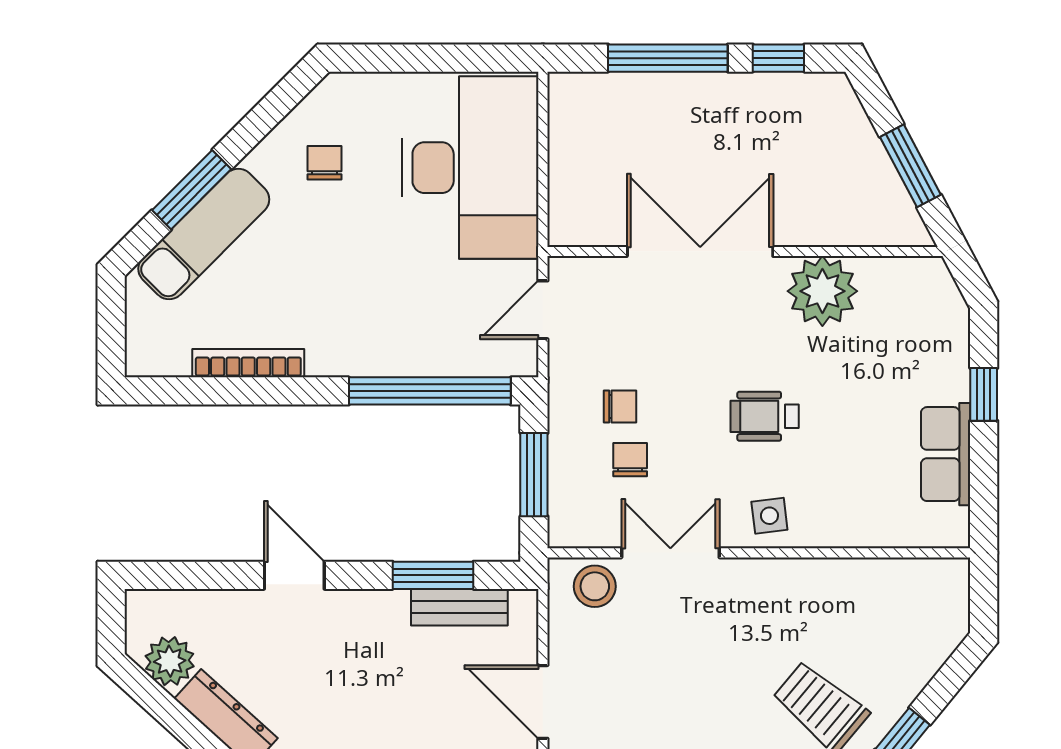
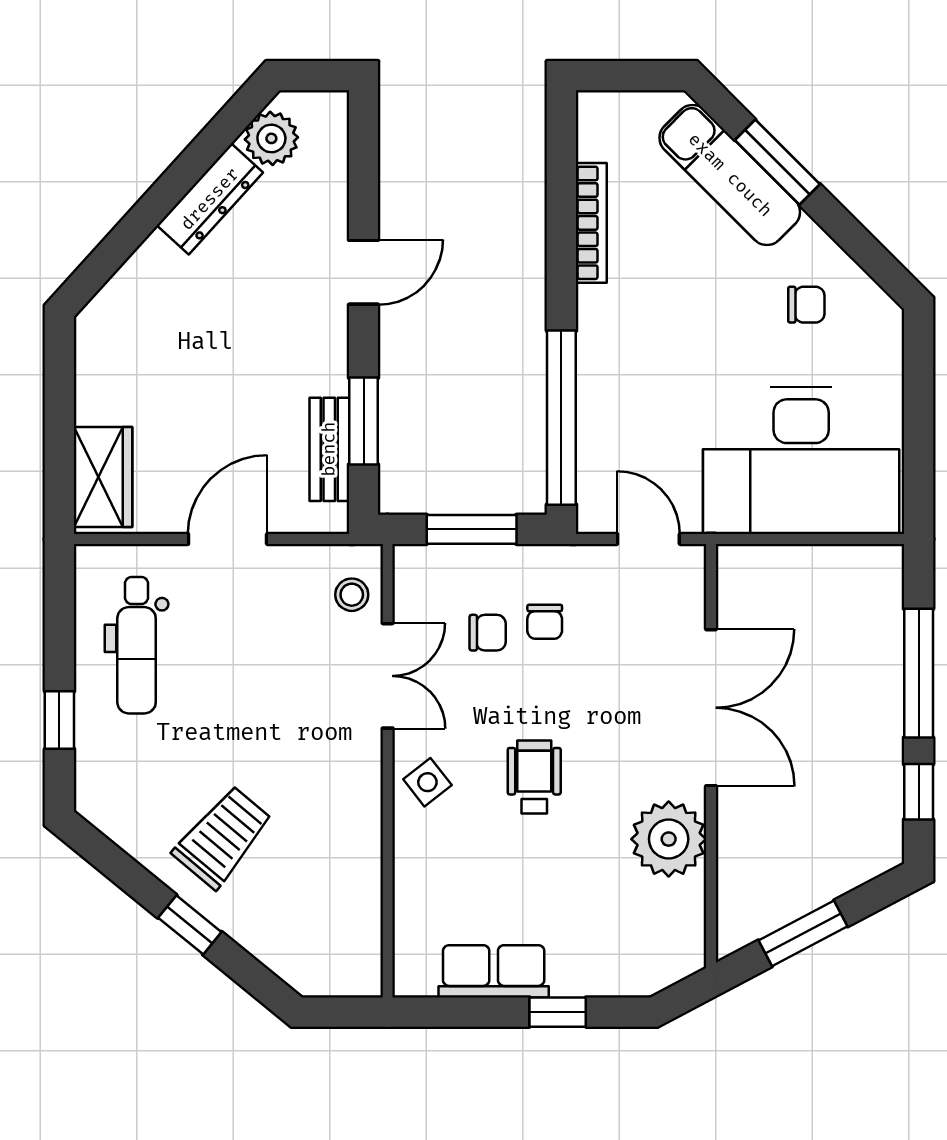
side table: (769, 516) -> (427, 782), turned -31
stool: (595, 586) -> (352, 595), width x0.73, depth x0.73

